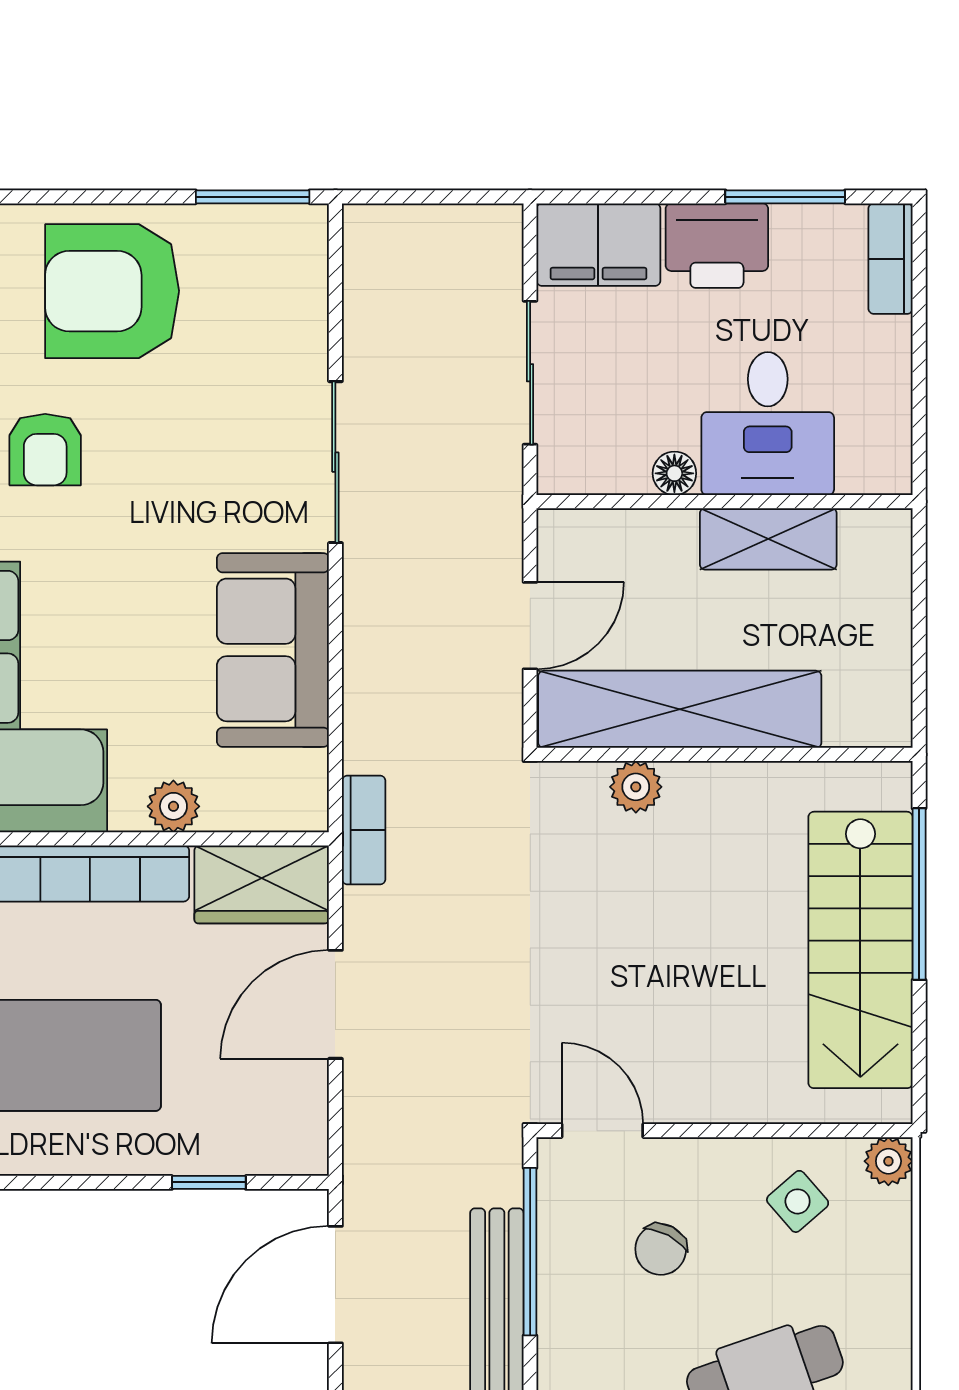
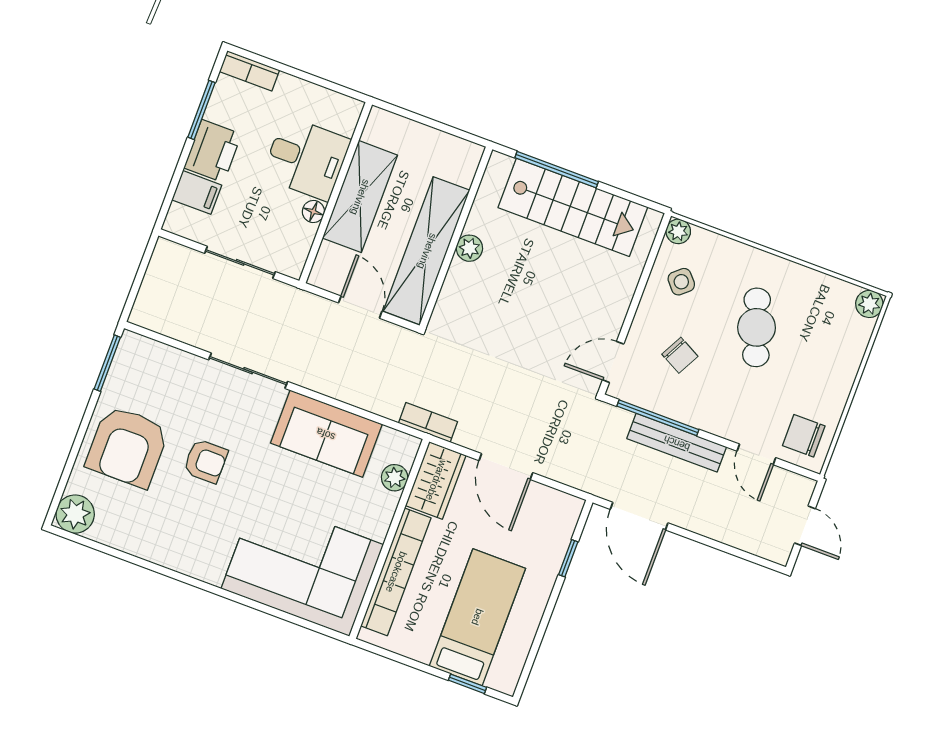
filing cabinet: (598, 245) -> (197, 192), width x0.50
armchair: (45, 450) -> (206, 461), moved
shelving: (768, 539) -> (360, 197), width x1.50, depth x1.33
plant: (636, 787) -> (469, 248), moved
plant: (173, 806) -> (395, 478), moved

